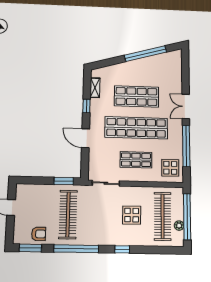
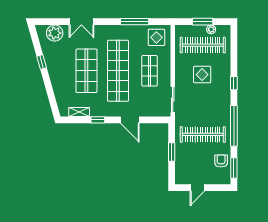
window: (145, 54) -> (42, 62), width x0.32
plant: (174, 67) -> (55, 33), added
double door: (186, 106) -> (81, 22), moved
door: (86, 138) -> (130, 120), hinge flipped
window: (186, 146) -> (135, 22), width x0.68
window: (64, 181) -> (172, 152), moved
window: (187, 217) -> (203, 22), width x0.47

